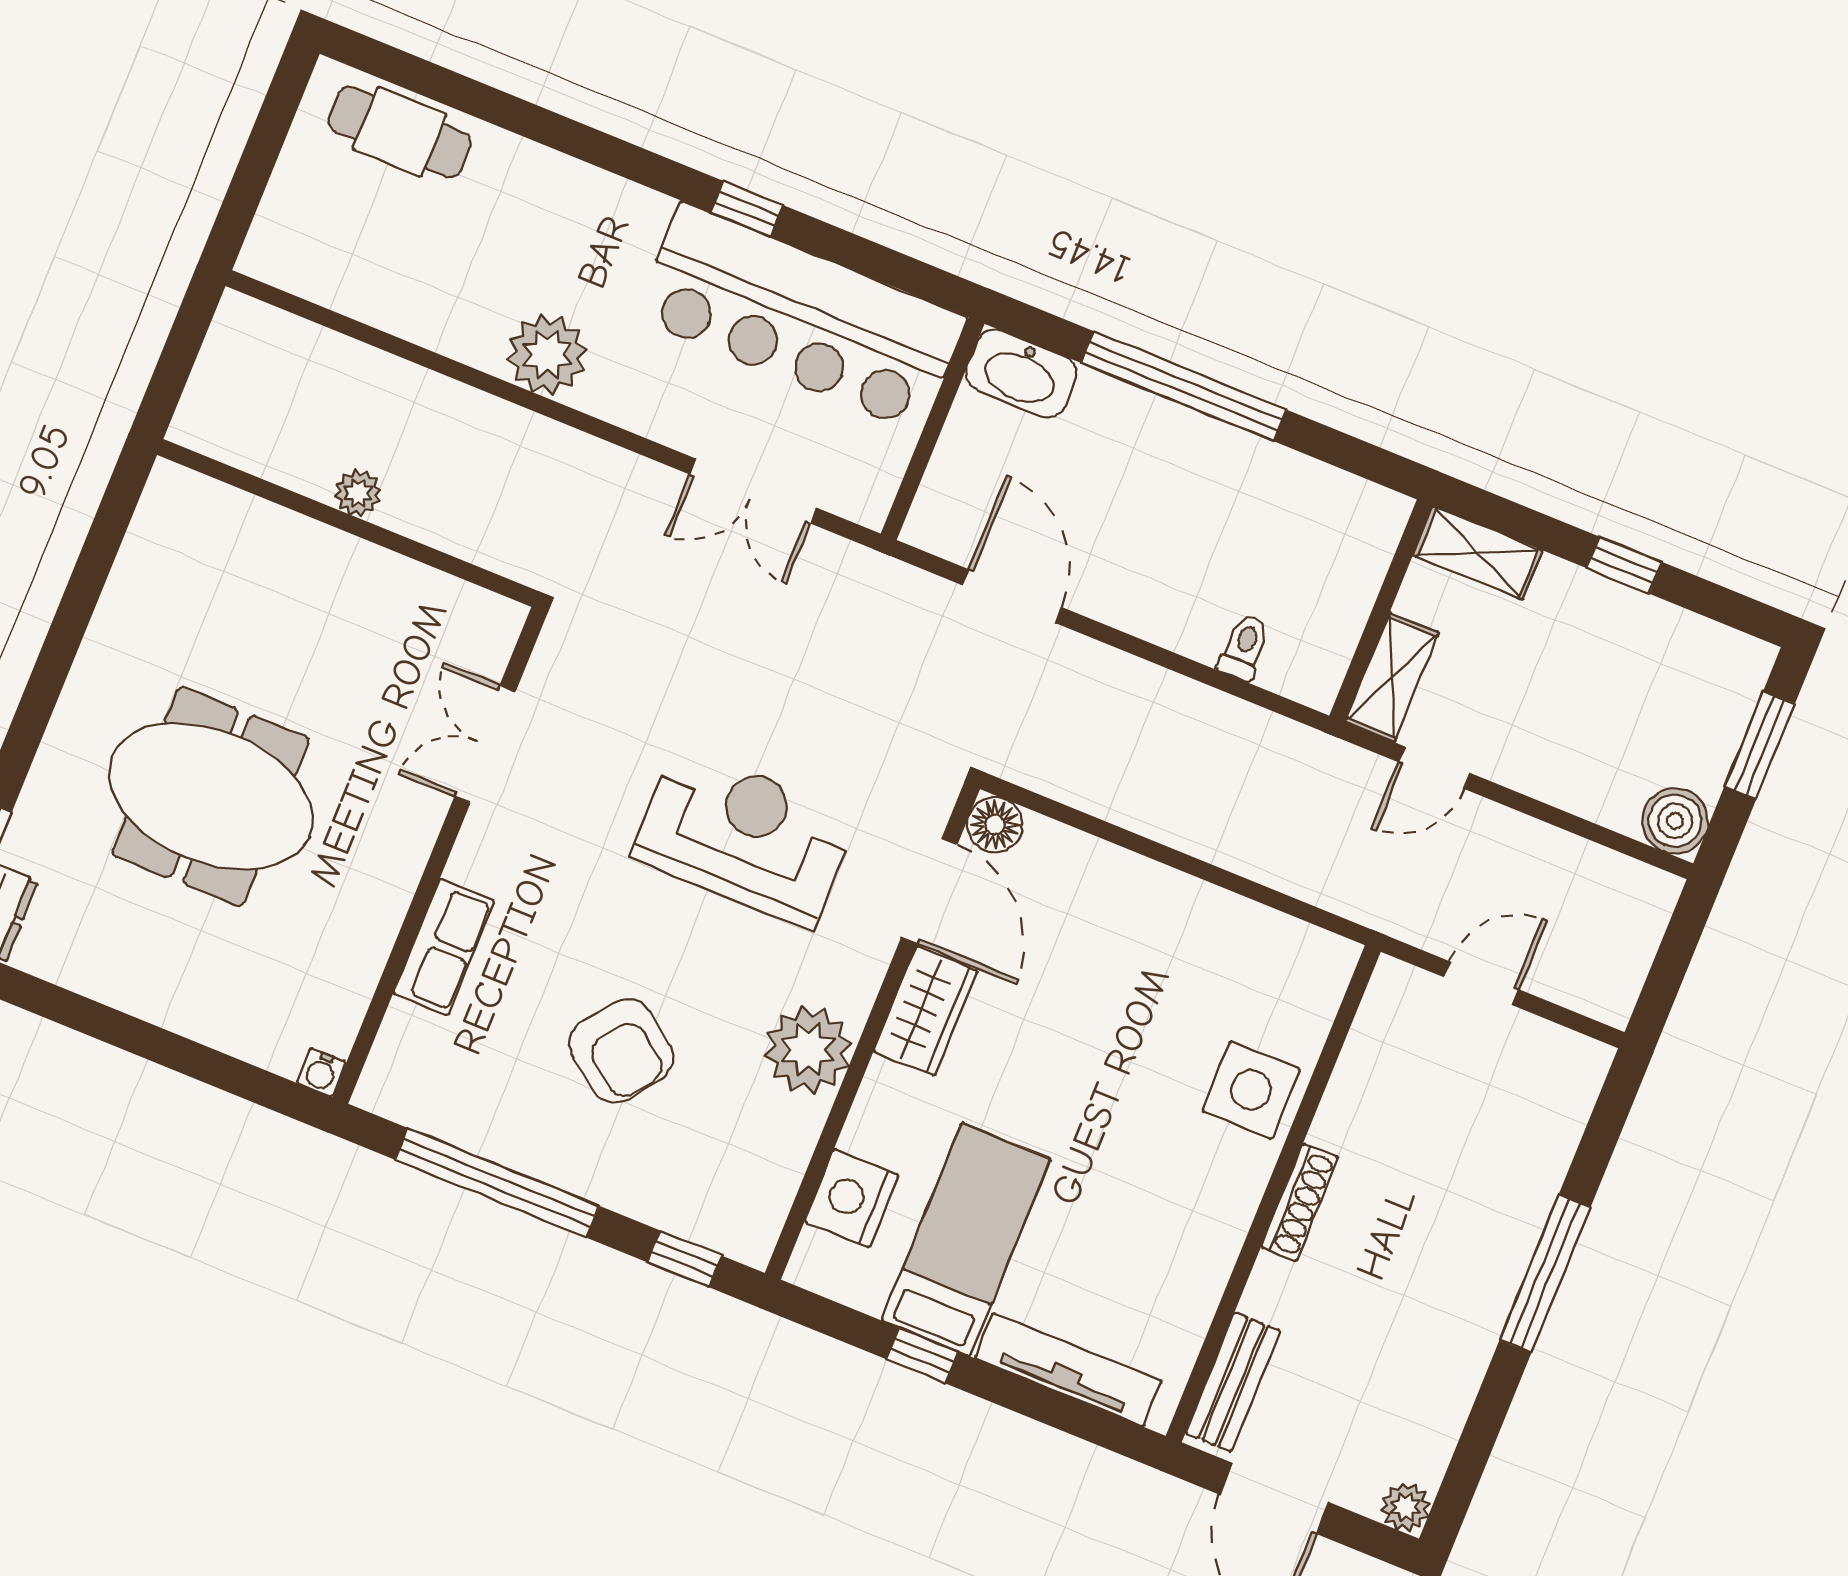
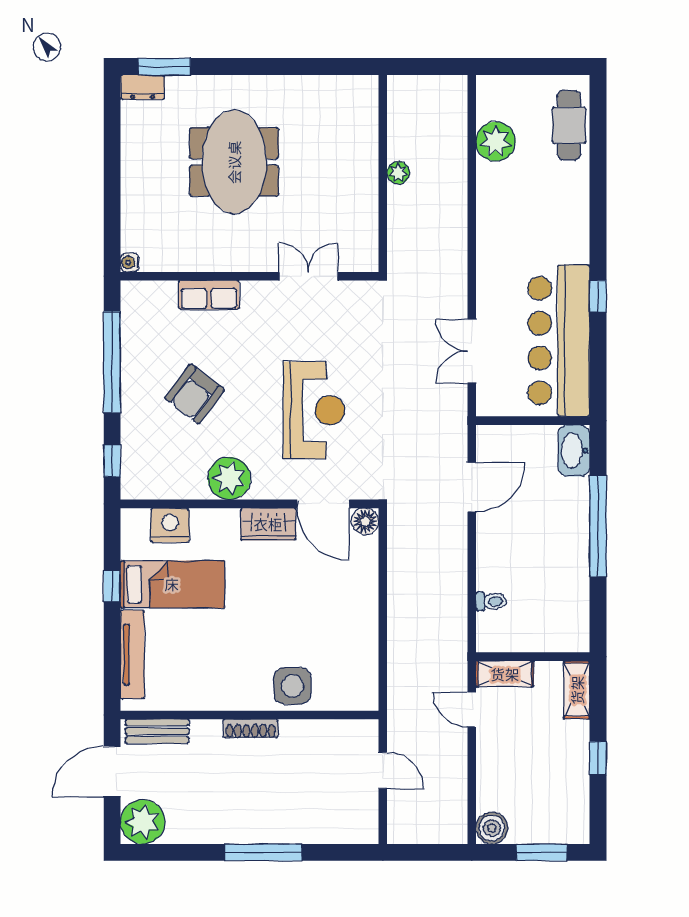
plant: (547, 354) -> (496, 141), moved
door: (929, 891) -> (323, 504), hinge flipped
plant: (1406, 1507) -> (143, 822), width x1.88, depth x1.88

